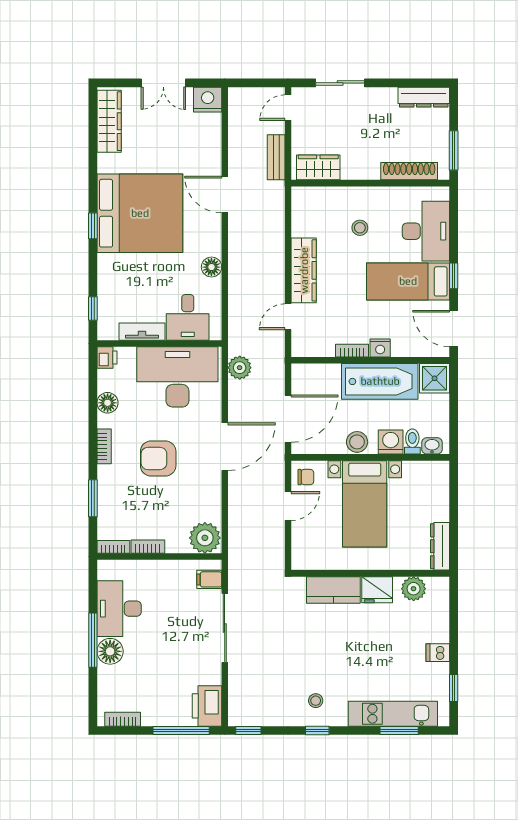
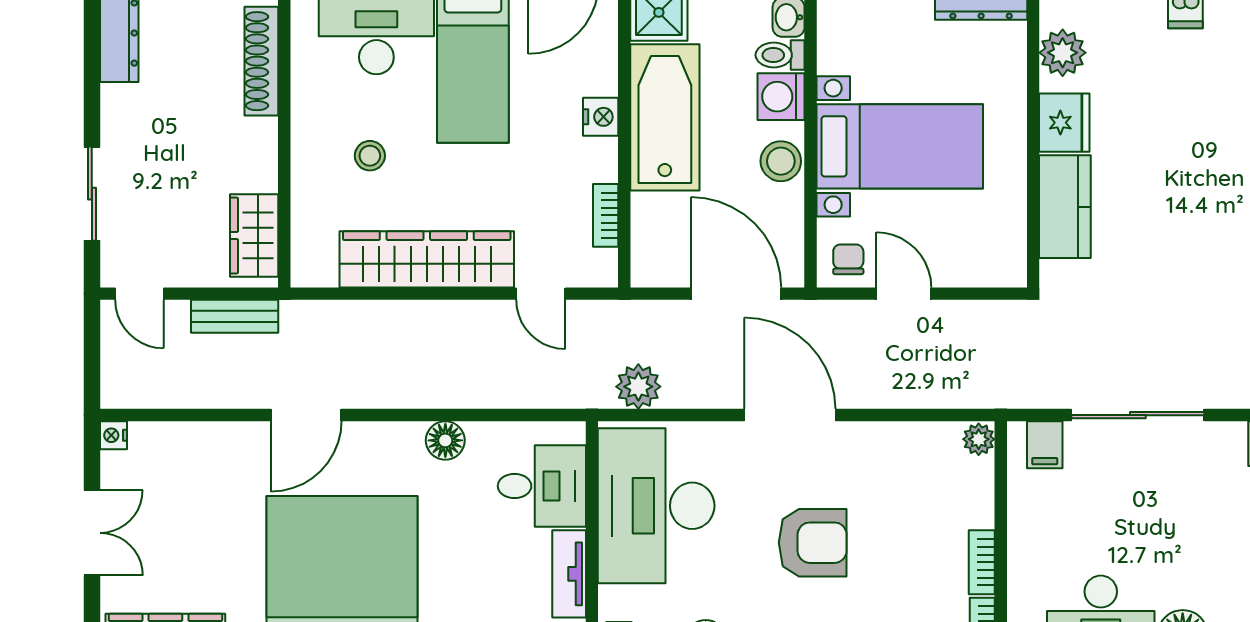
nightstand: (208, 100) -> (113, 435), width x0.53, depth x0.56
wardrobe: (304, 270) -> (427, 259), width x1.40, depth x1.17
bookcase: (352, 351) -> (606, 215), moved
armchair: (158, 458) -> (813, 543), turned -90
plant: (205, 538) -> (979, 439), width x0.53, depth x0.53

